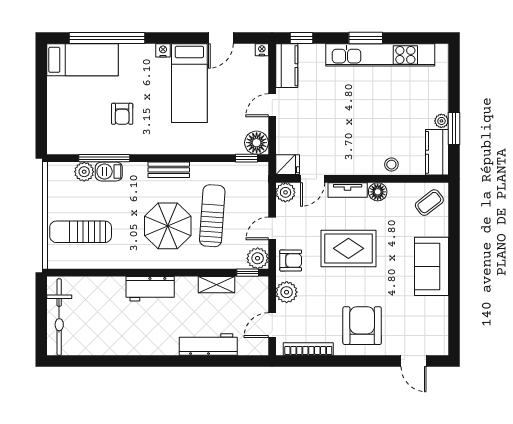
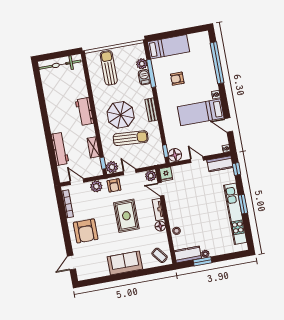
bed: (82, 60) -> (169, 47), moved, turned -90
armchair: (362, 326) -> (86, 231), turned 90

